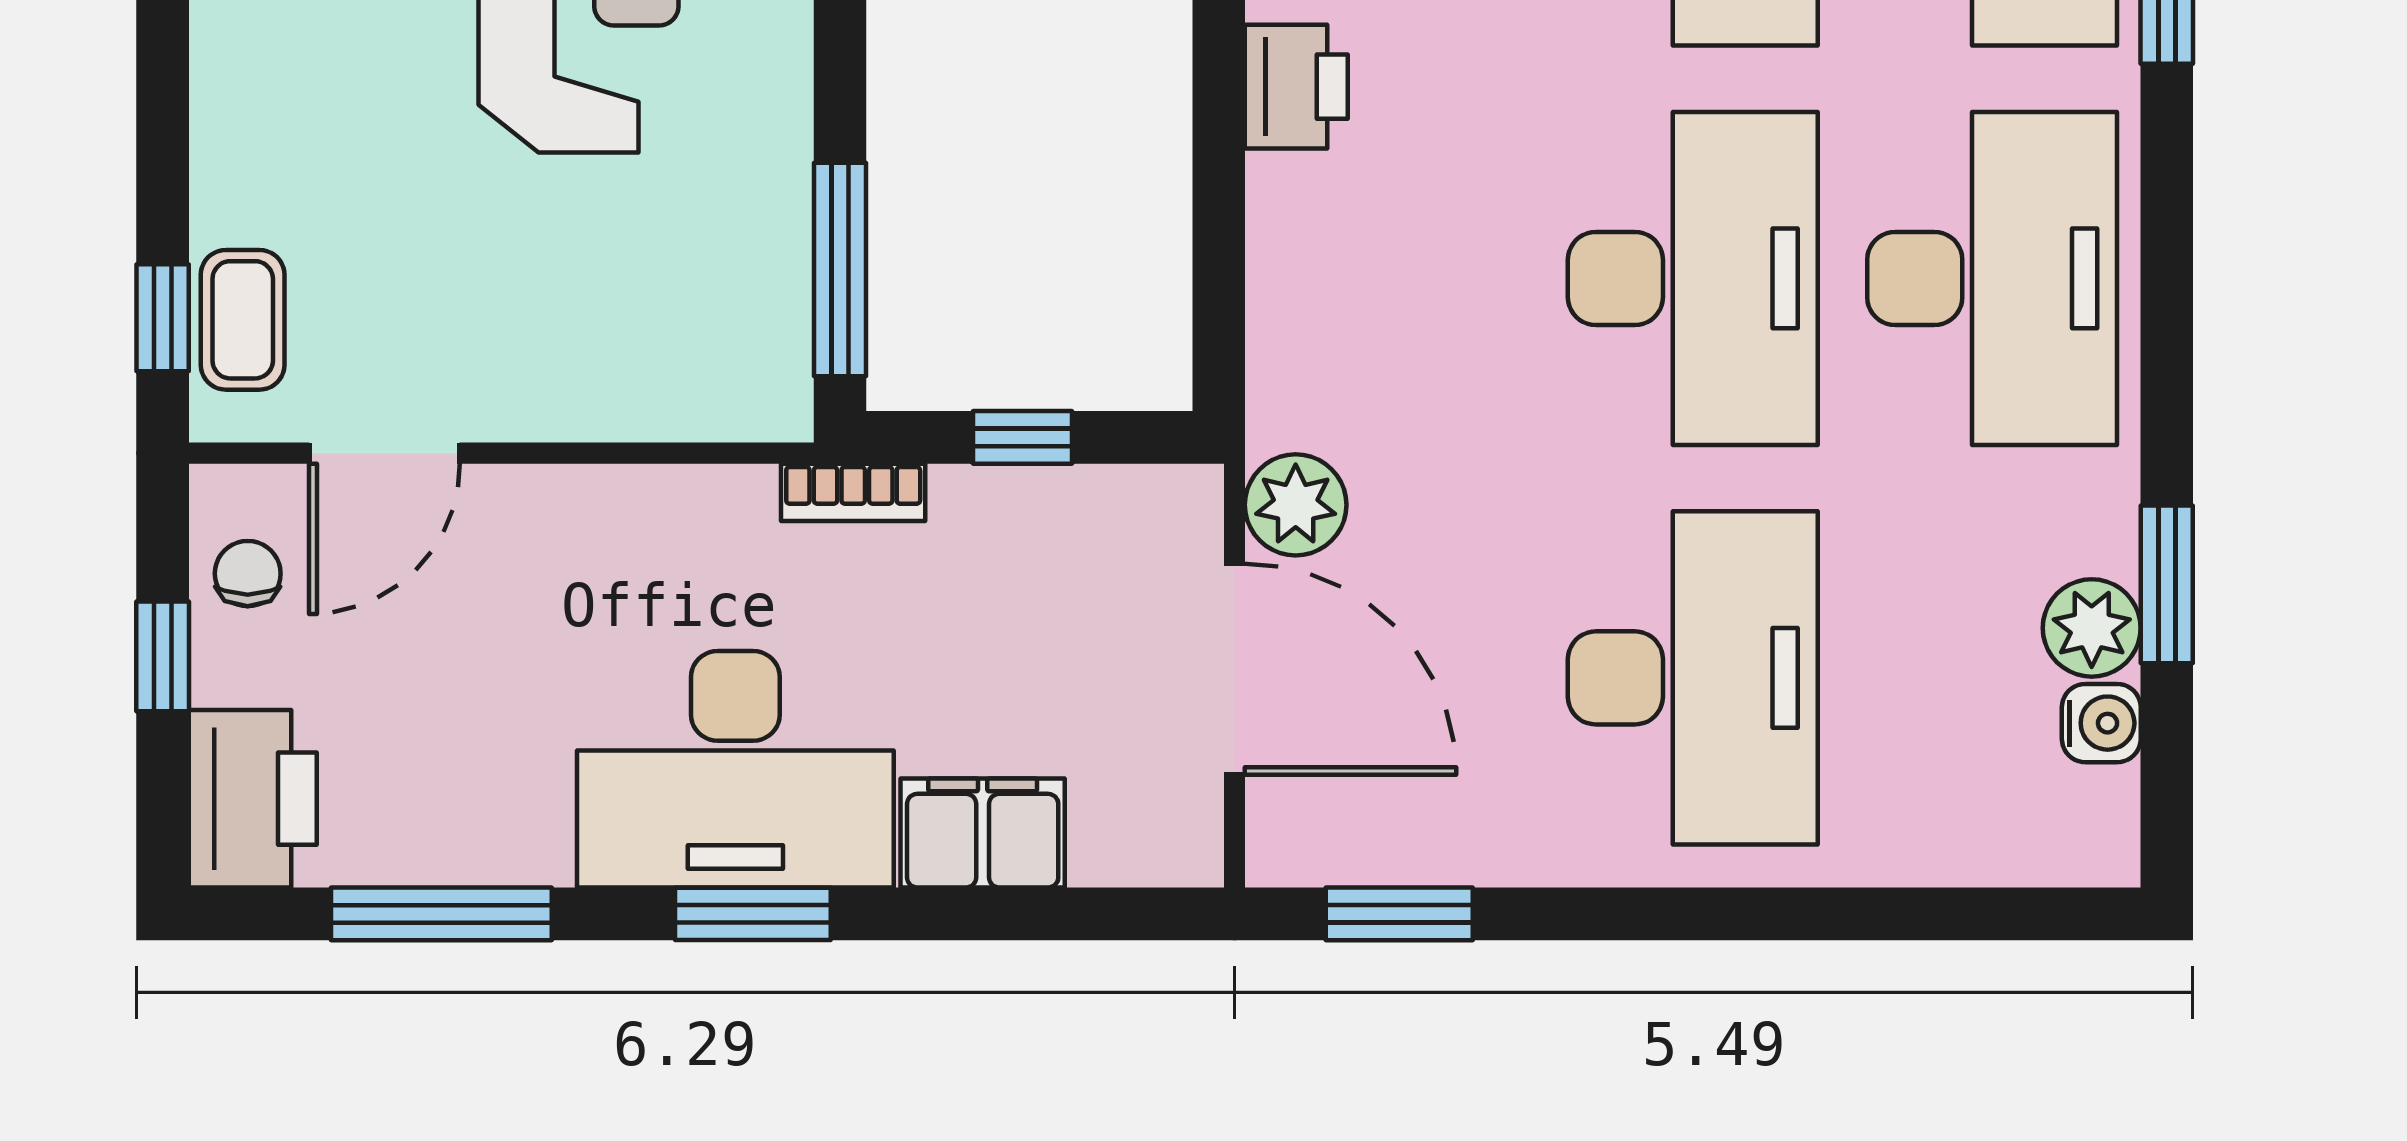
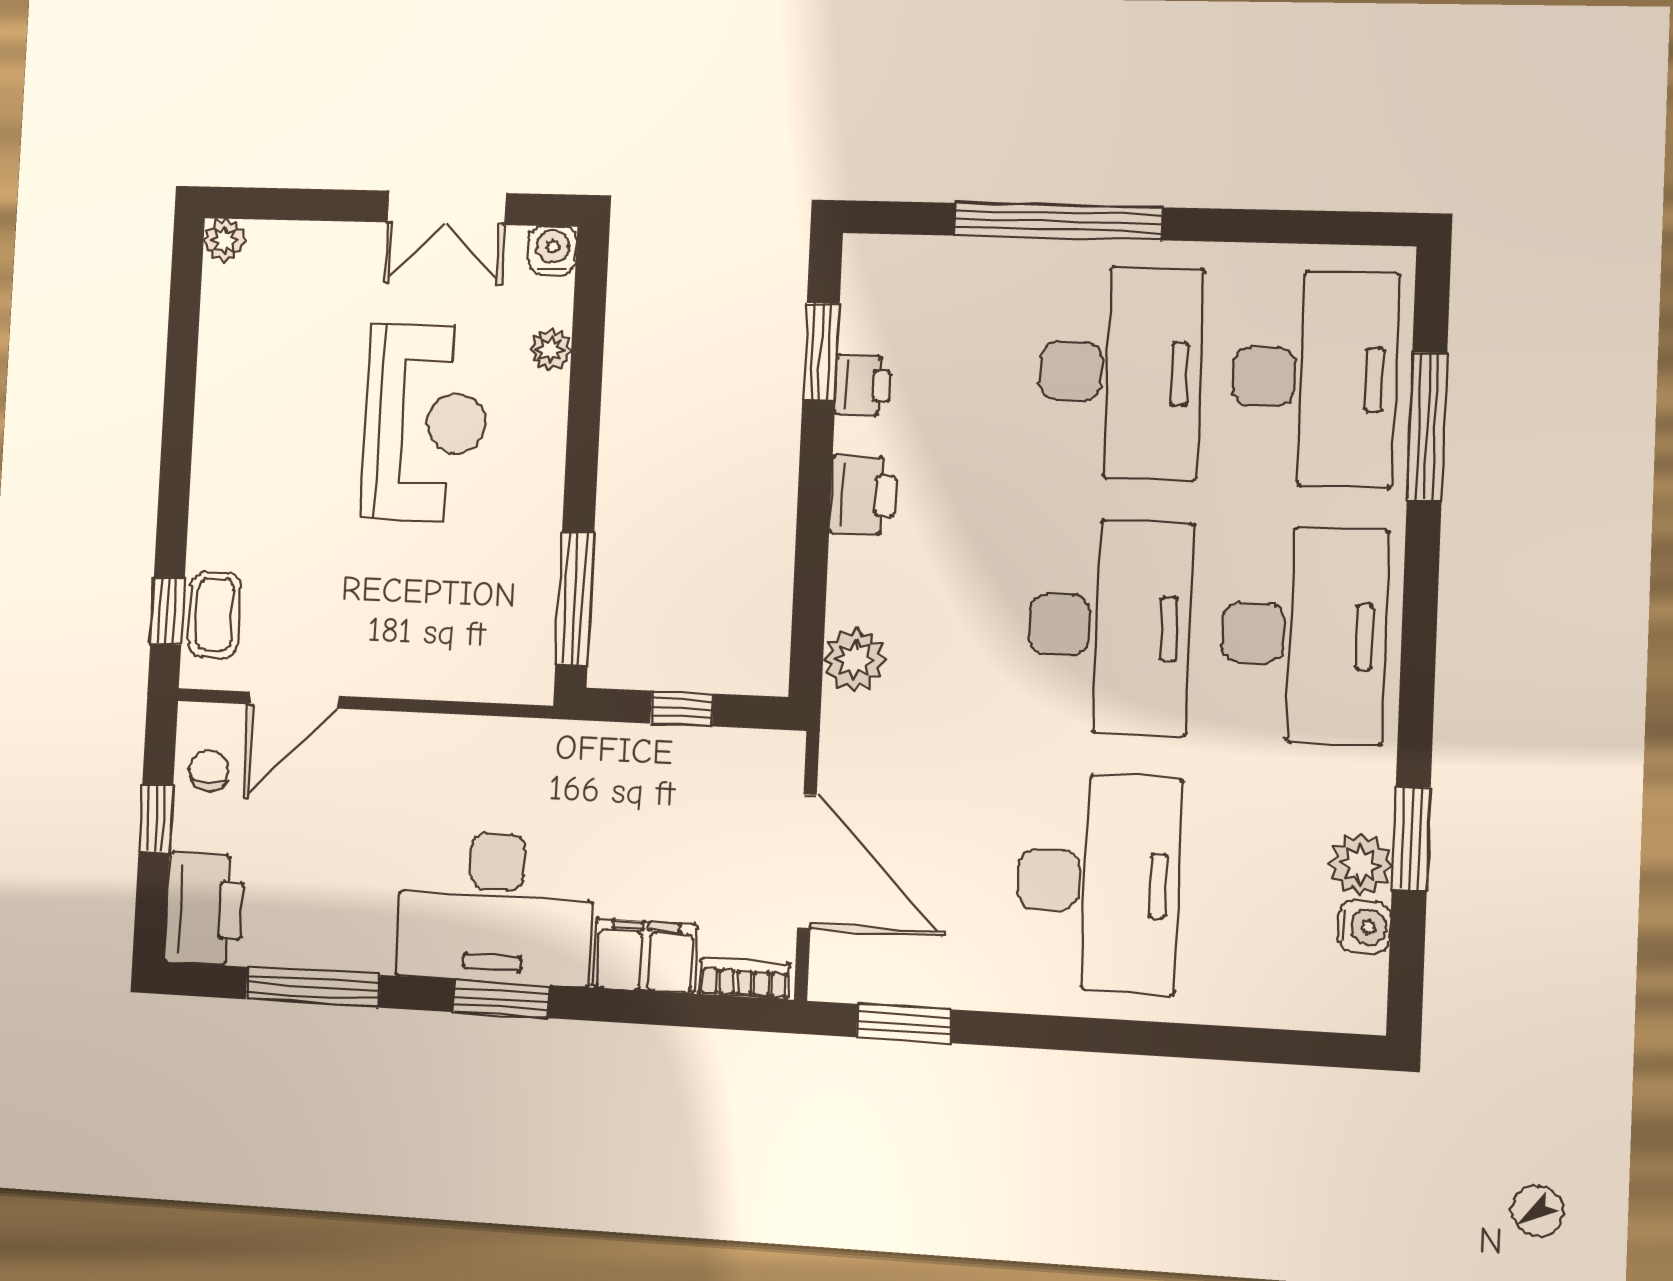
bookcase: (853, 492) -> (744, 979), moved, turned 180
plant: (1296, 505) -> (855, 660), moved

